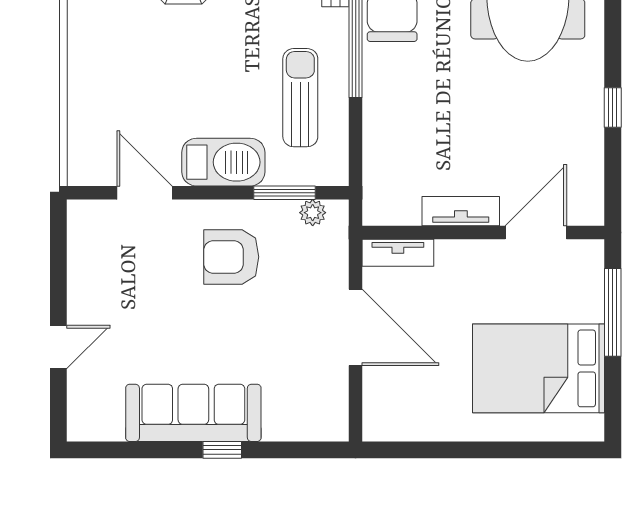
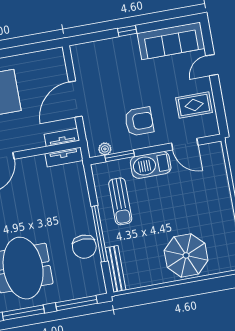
tv unit: (461, 211) -> (64, 157), moved
rug: (111, 271) -> (194, 105), added
door: (356, 327) -> (75, 99), hinge flipped
sofa: (193, 413) -> (171, 41), moved

